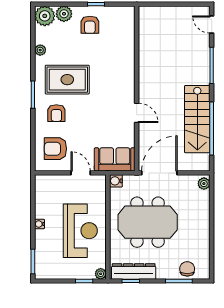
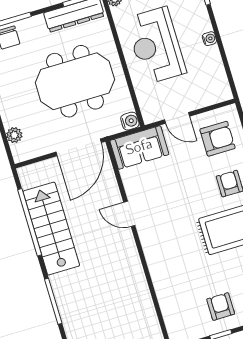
plant: (204, 184) -> (14, 135), moved

